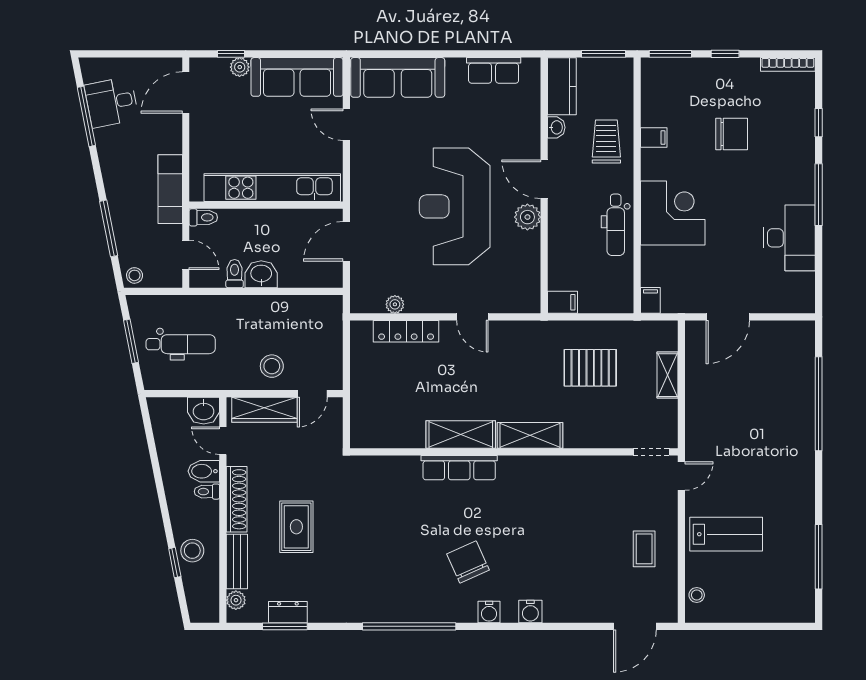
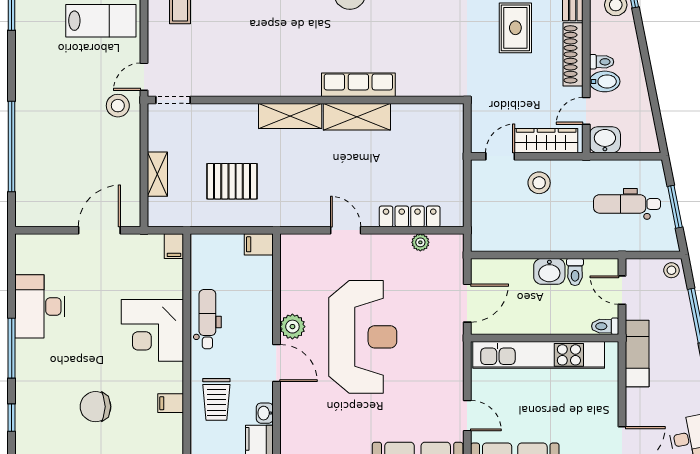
door: (223, 441) -> (586, 111), swing flipped
stool: (709, 446) -> (118, 106), added
lab bench: (726, 534) -> (101, 21), turned 180

